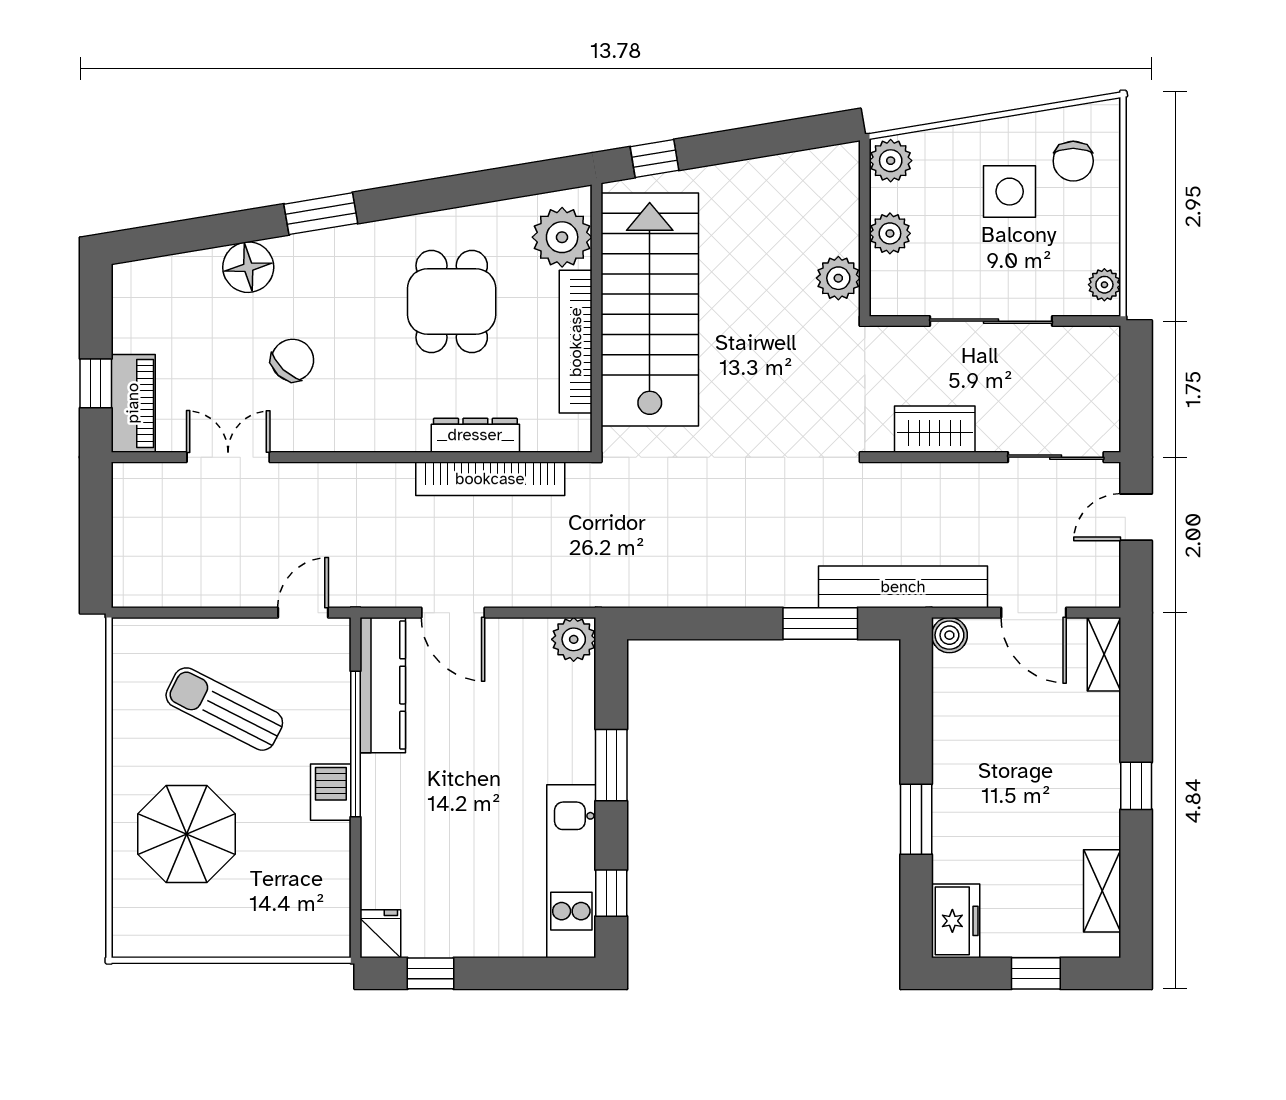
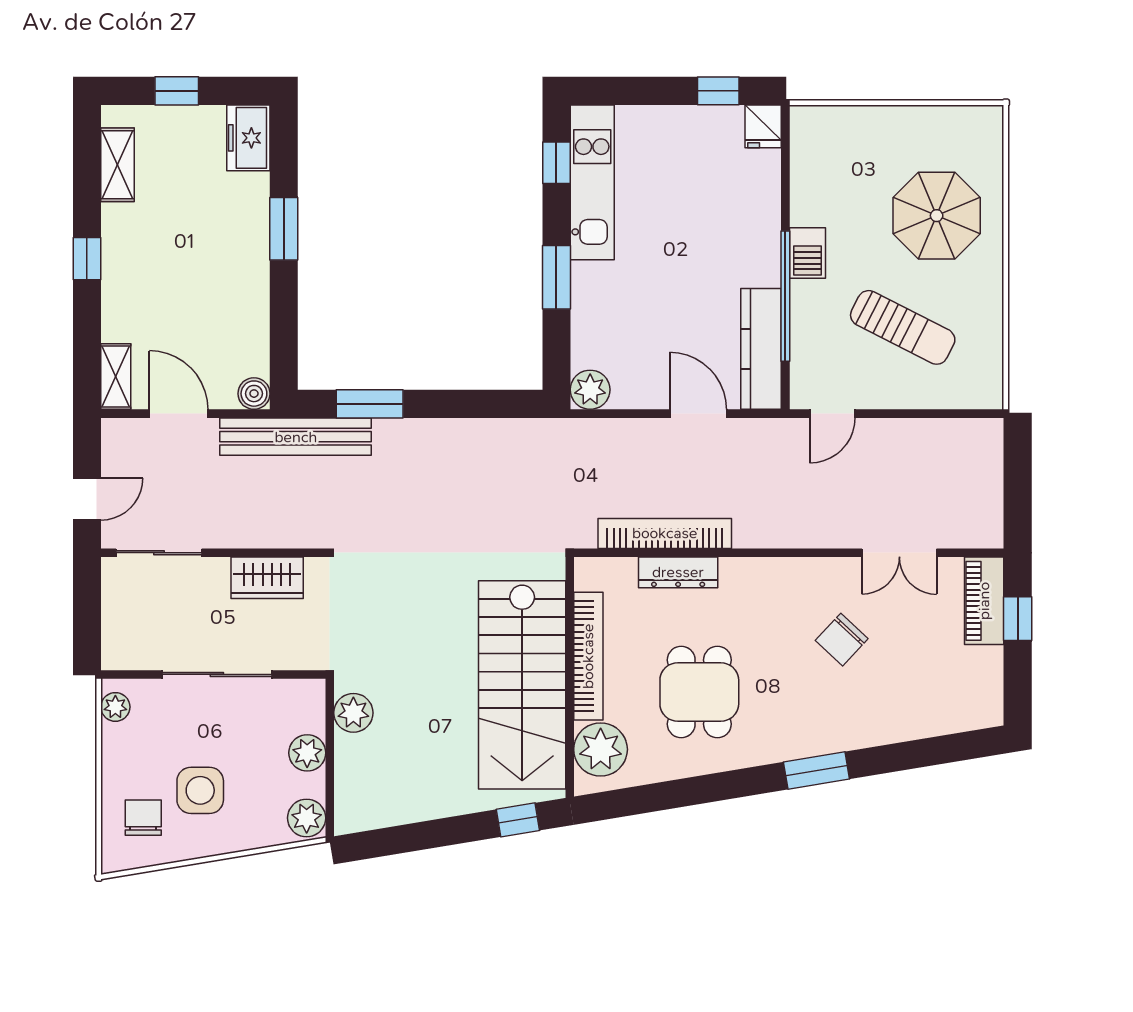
floor lamp: (248, 267) -> (881, 723), removed

